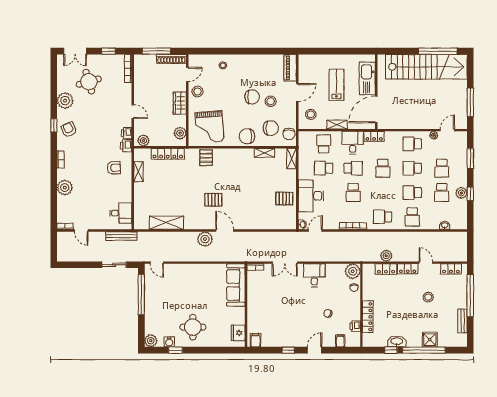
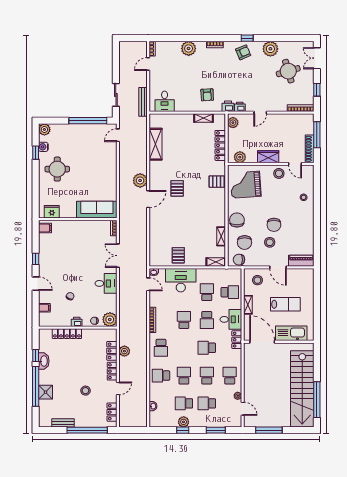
school desk: (353, 193) -> (184, 320), turned 90
school desk: (383, 217) -> (161, 348), turned 180
printer: (355, 326) -> (77, 322), moved

